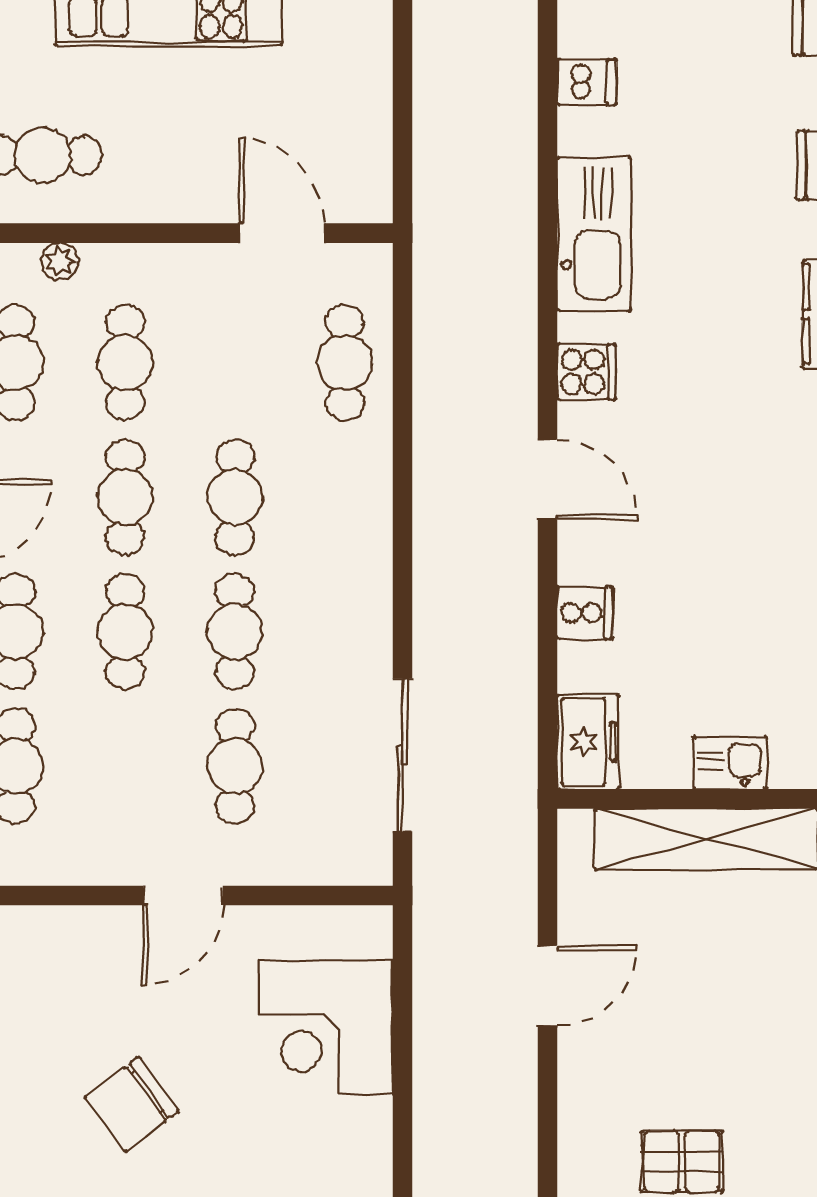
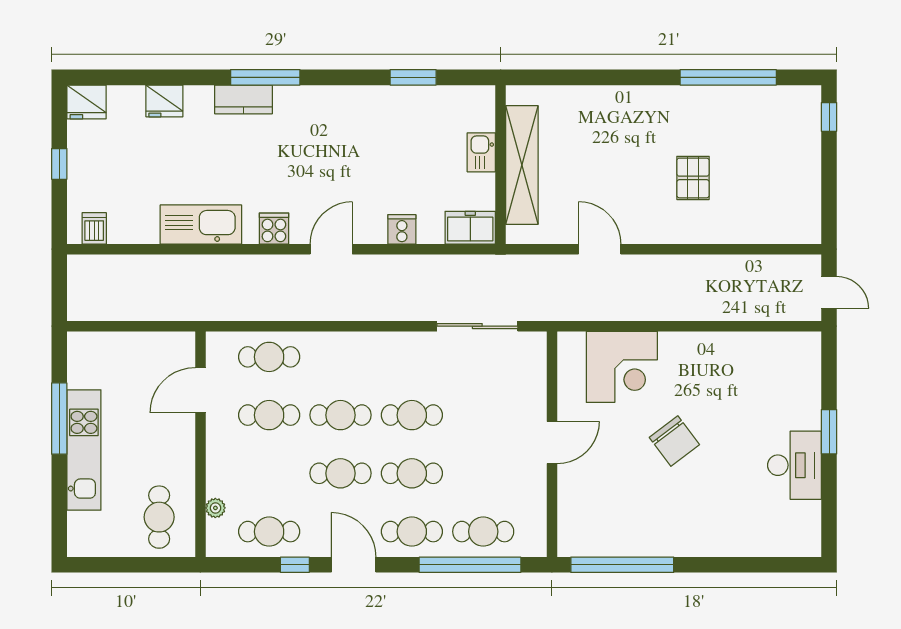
dishwasher: (587, 82) -> (94, 228), moved
cafe table: (125, 363) -> (269, 415), moved
cafe table: (235, 766) -> (483, 415), removed
door: (183, 896) -> (552, 443), hinge flipped
chair: (132, 1104) -> (674, 441), moved

